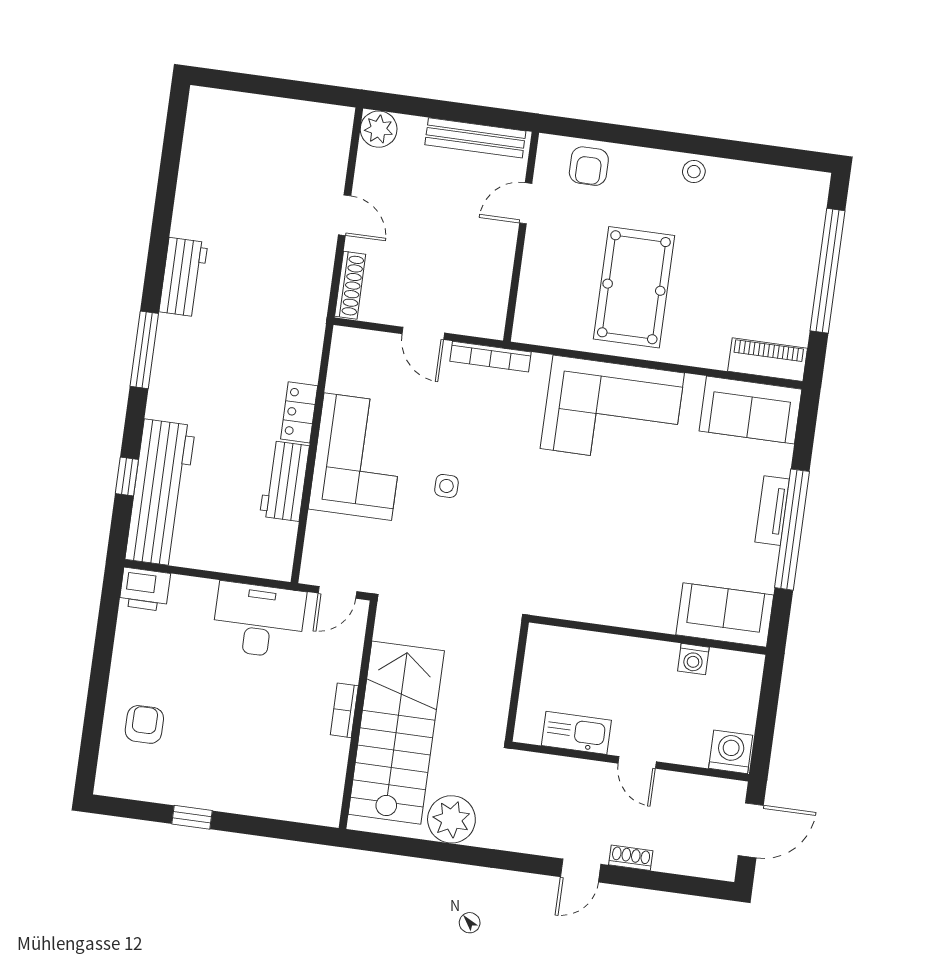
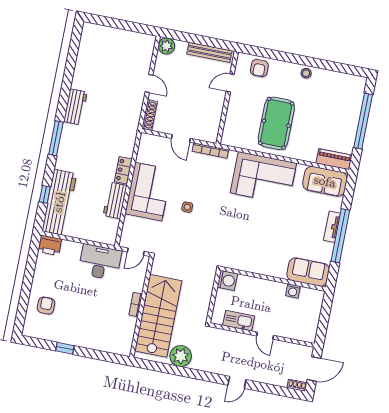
washing machine: (731, 752) -> (227, 280), moved, turned 90
shoe rack: (631, 858) -> (297, 385), moved

